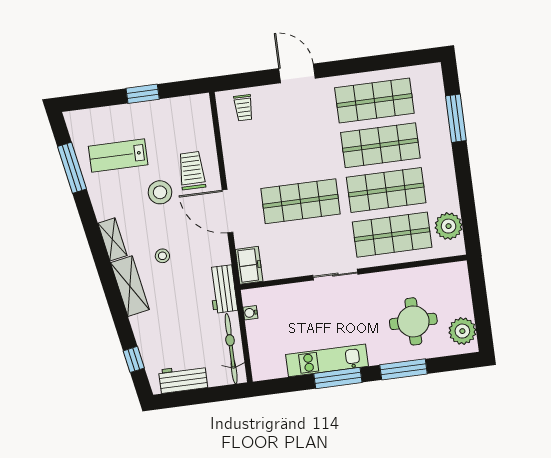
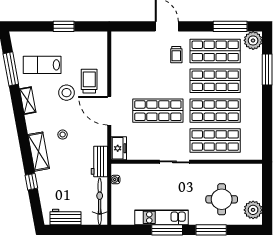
window: (392, 61) -> (230, 26), added
trolley: (243, 108) -> (176, 55), moved
plant: (449, 226) -> (253, 40), moved
shelving: (112, 239) -> (28, 101), moved
window: (134, 359) -> (31, 182), moved

